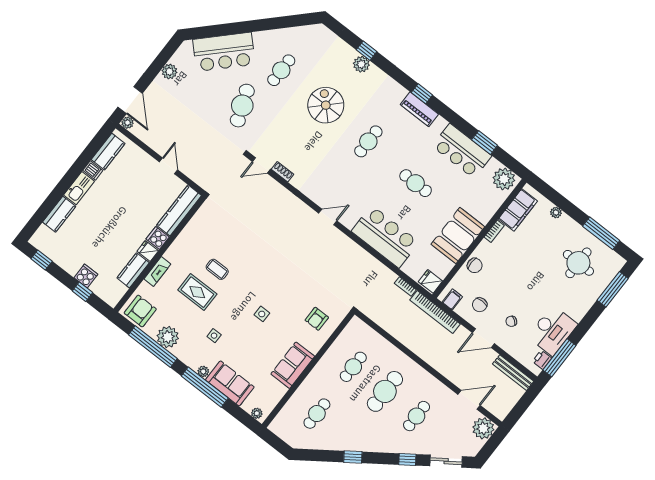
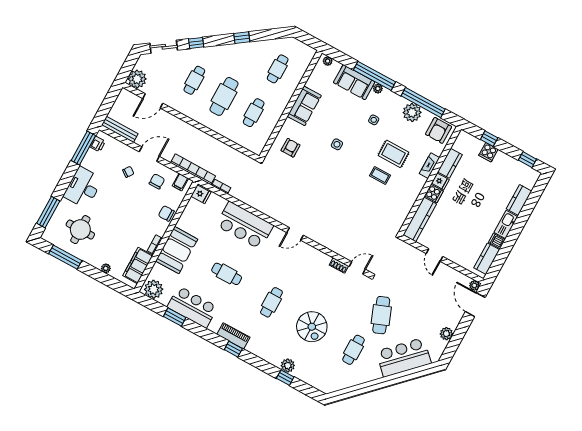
booth: (458, 235) -> (177, 250), moved
desk: (553, 330) -> (83, 187), moved

